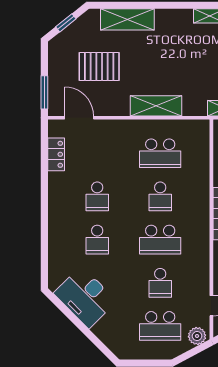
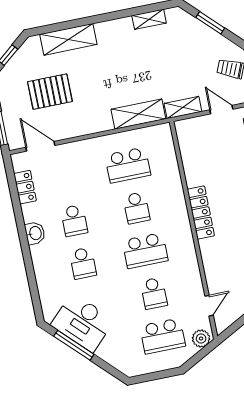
shelving: (156, 106) -> (138, 114), moved
washbasin: (57, 201) -> (35, 233), added
window: (72, 317) -> (74, 345), added

